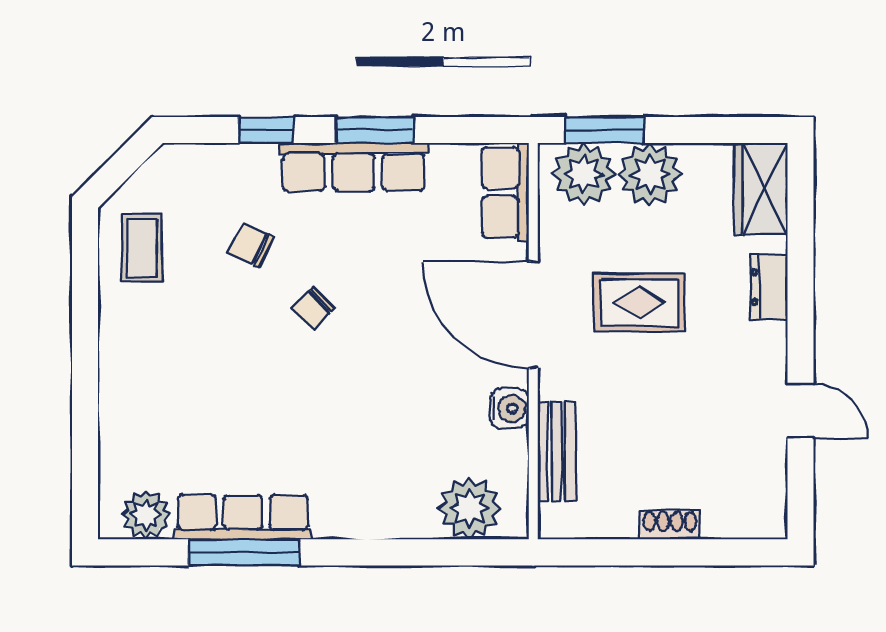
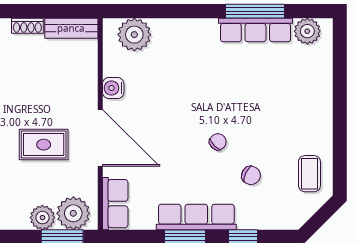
plant: (650, 174) -> (42, 218), width x0.73, depth x0.73
bench: (557, 451) -> (71, 28), moved, turned 90

